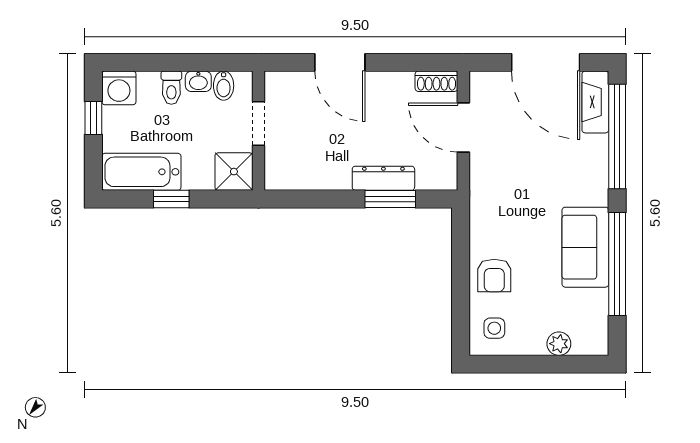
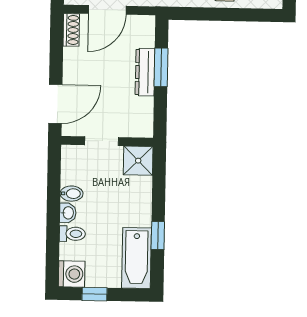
doorway: (258, 123) -> (102, 141), moved
wall: (258, 131) -> (107, 141), moved
shower: (234, 172) -> (138, 161), moved

